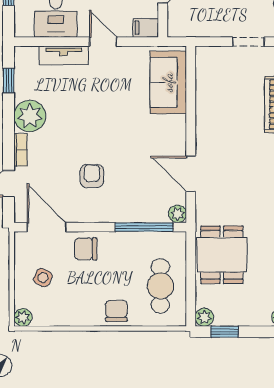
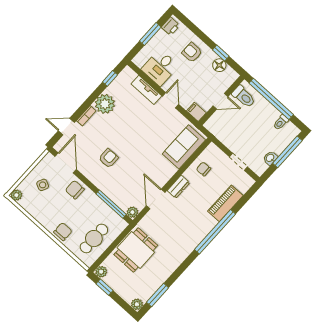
chair: (215, 87) -> (204, 169), added
dresser: (204, 135) -> (178, 187), added

